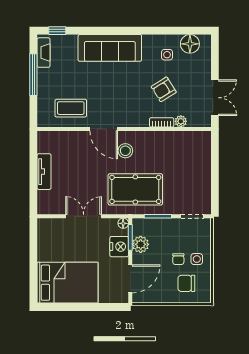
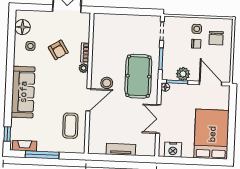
plant: (181, 121) -> (84, 68), moved
nightstand: (119, 247) -> (173, 150), moved, turned 180

